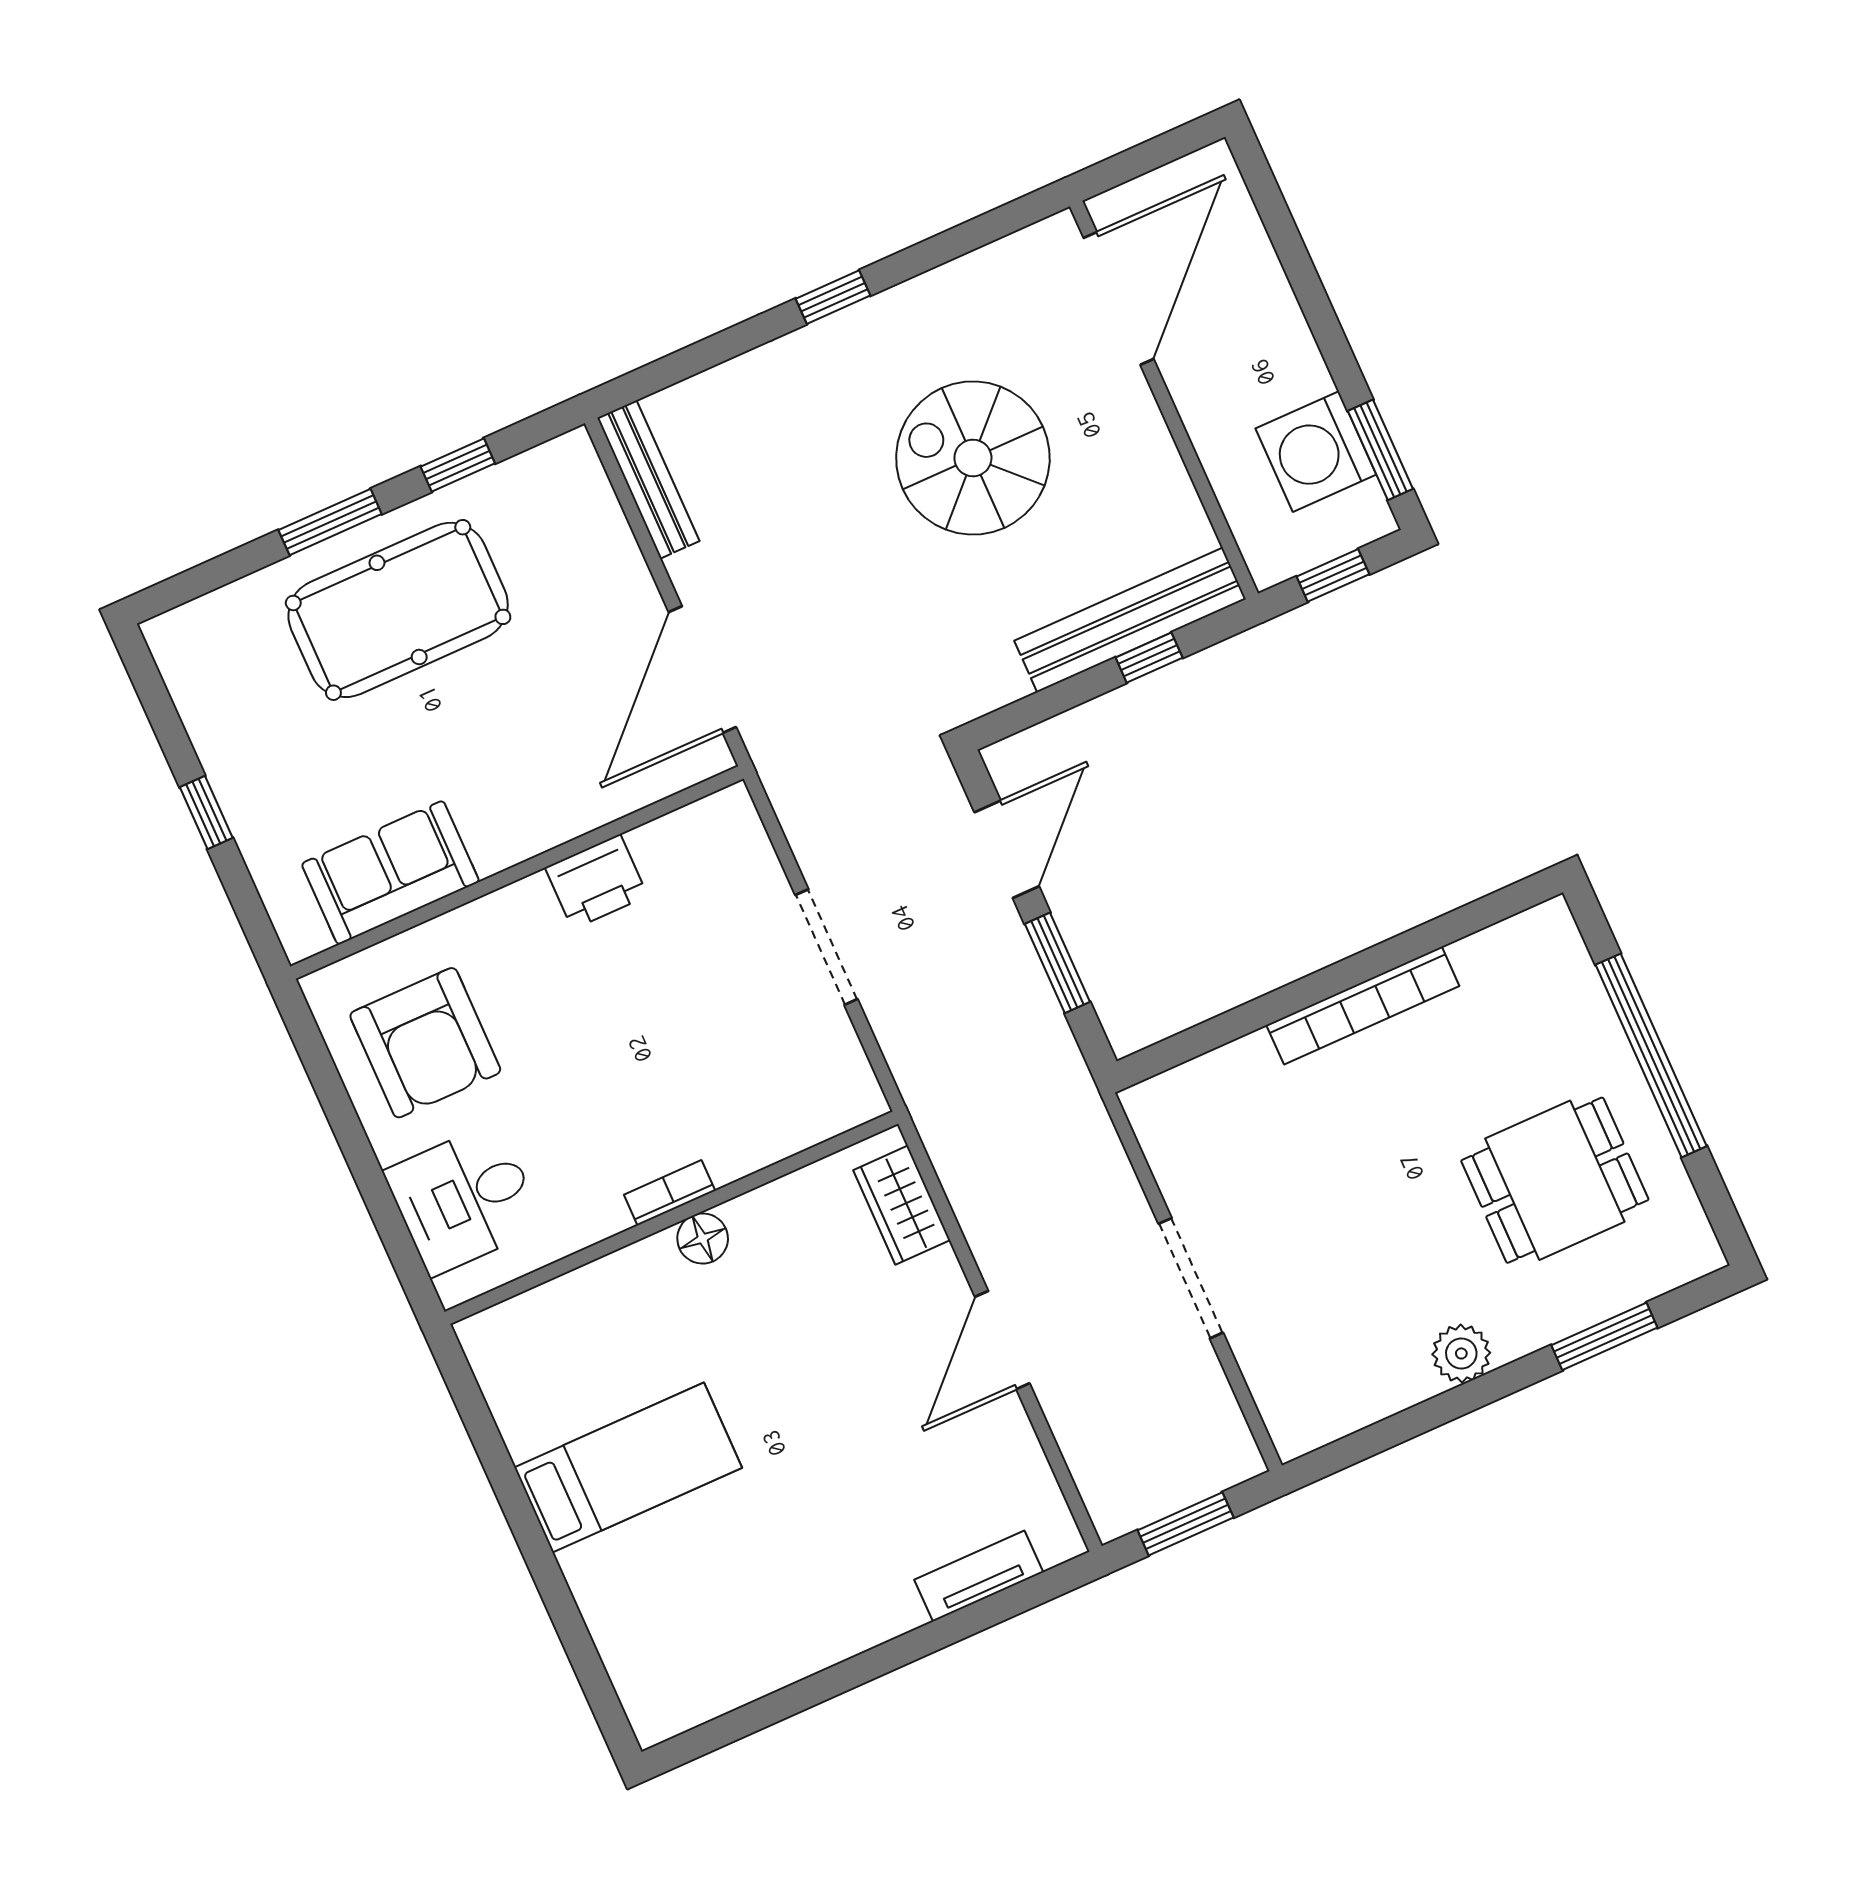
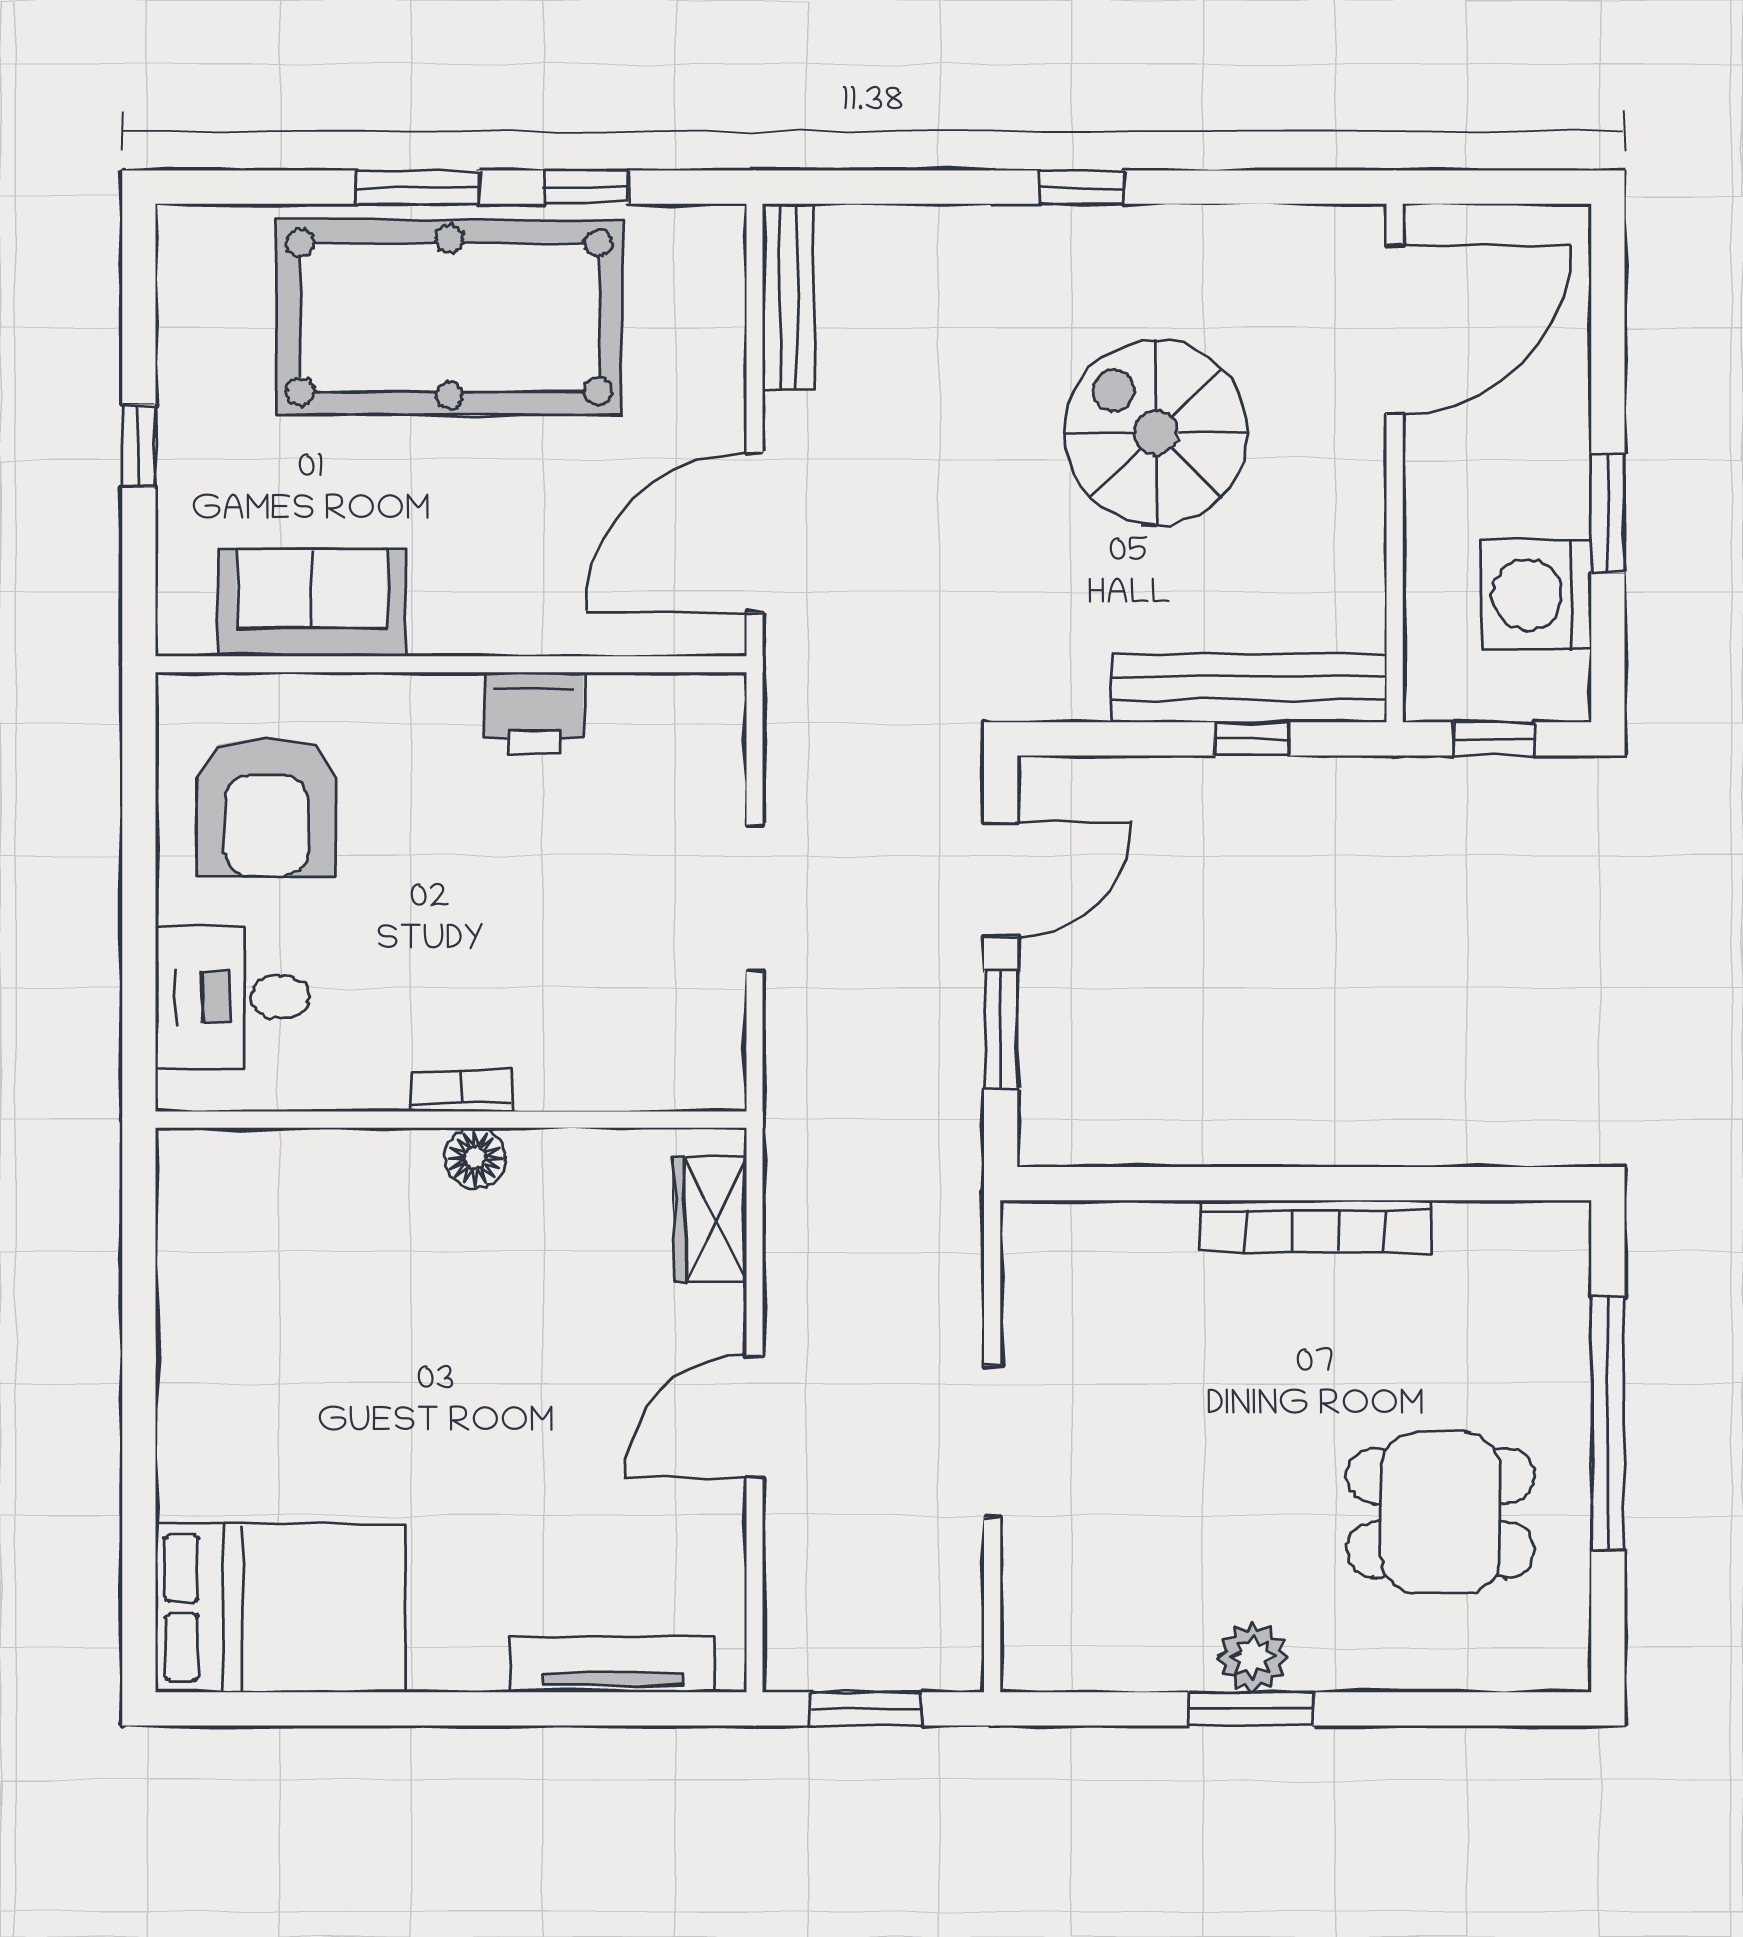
window: (1380, 450) -> (1608, 514), moved
pool table: (398, 610) -> (449, 317), width x1.36, depth x1.32
window: (1604, 1336) -> (1251, 1709), moved
bed: (628, 1468) -> (281, 1608), moved, width x1.50
tv unit: (979, 1576) -> (613, 1665), width x1.41

